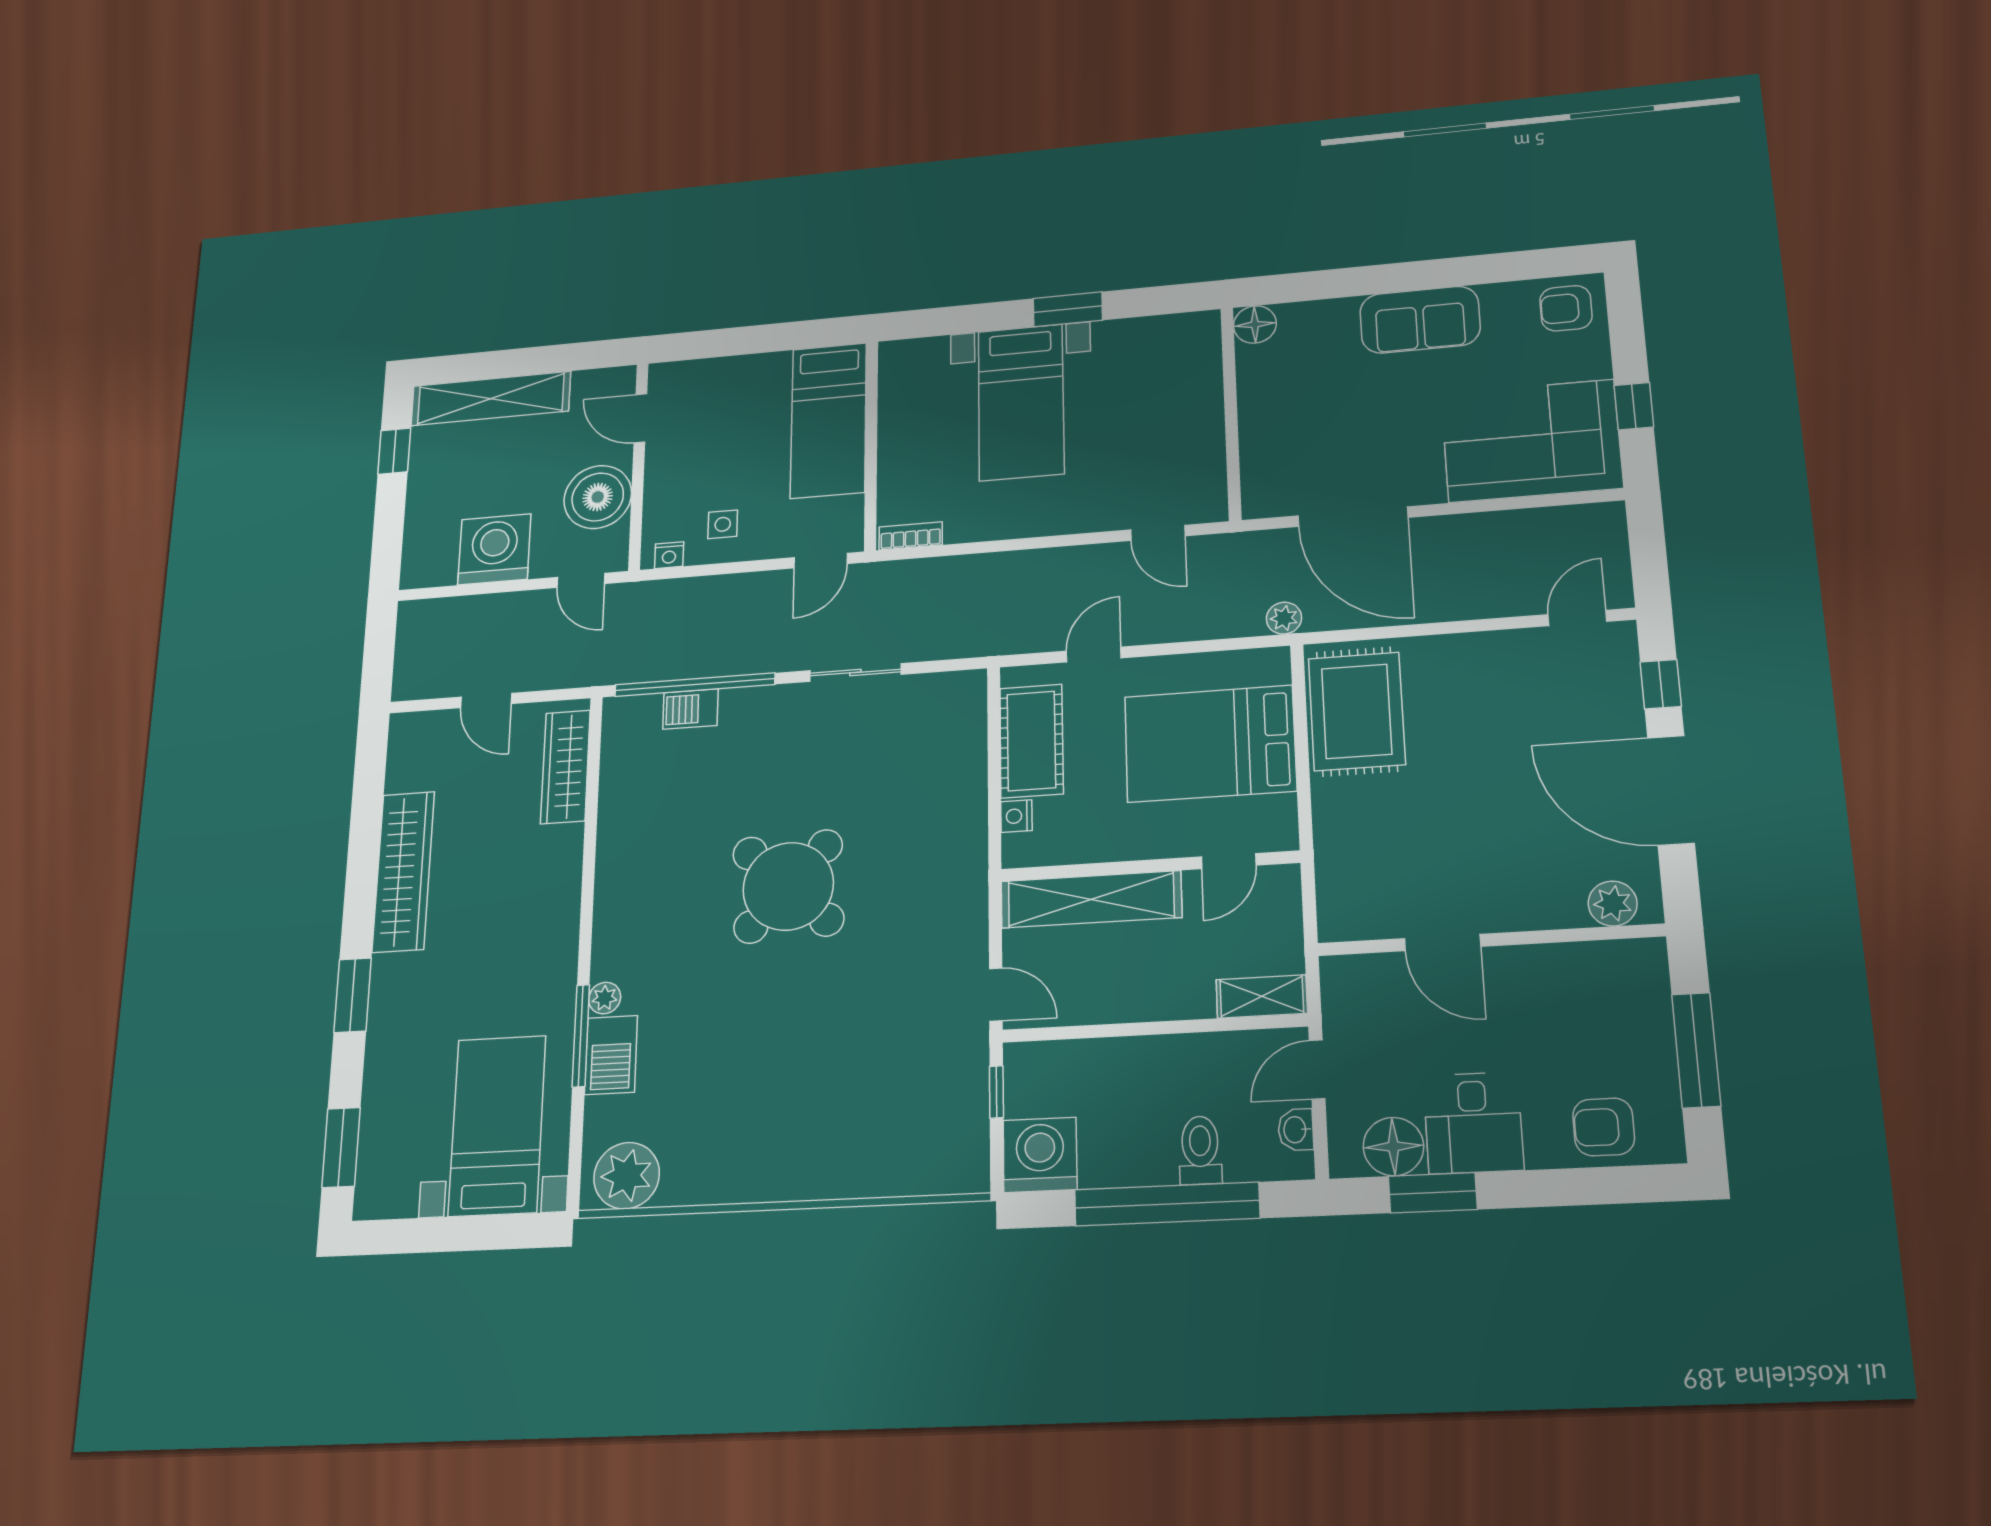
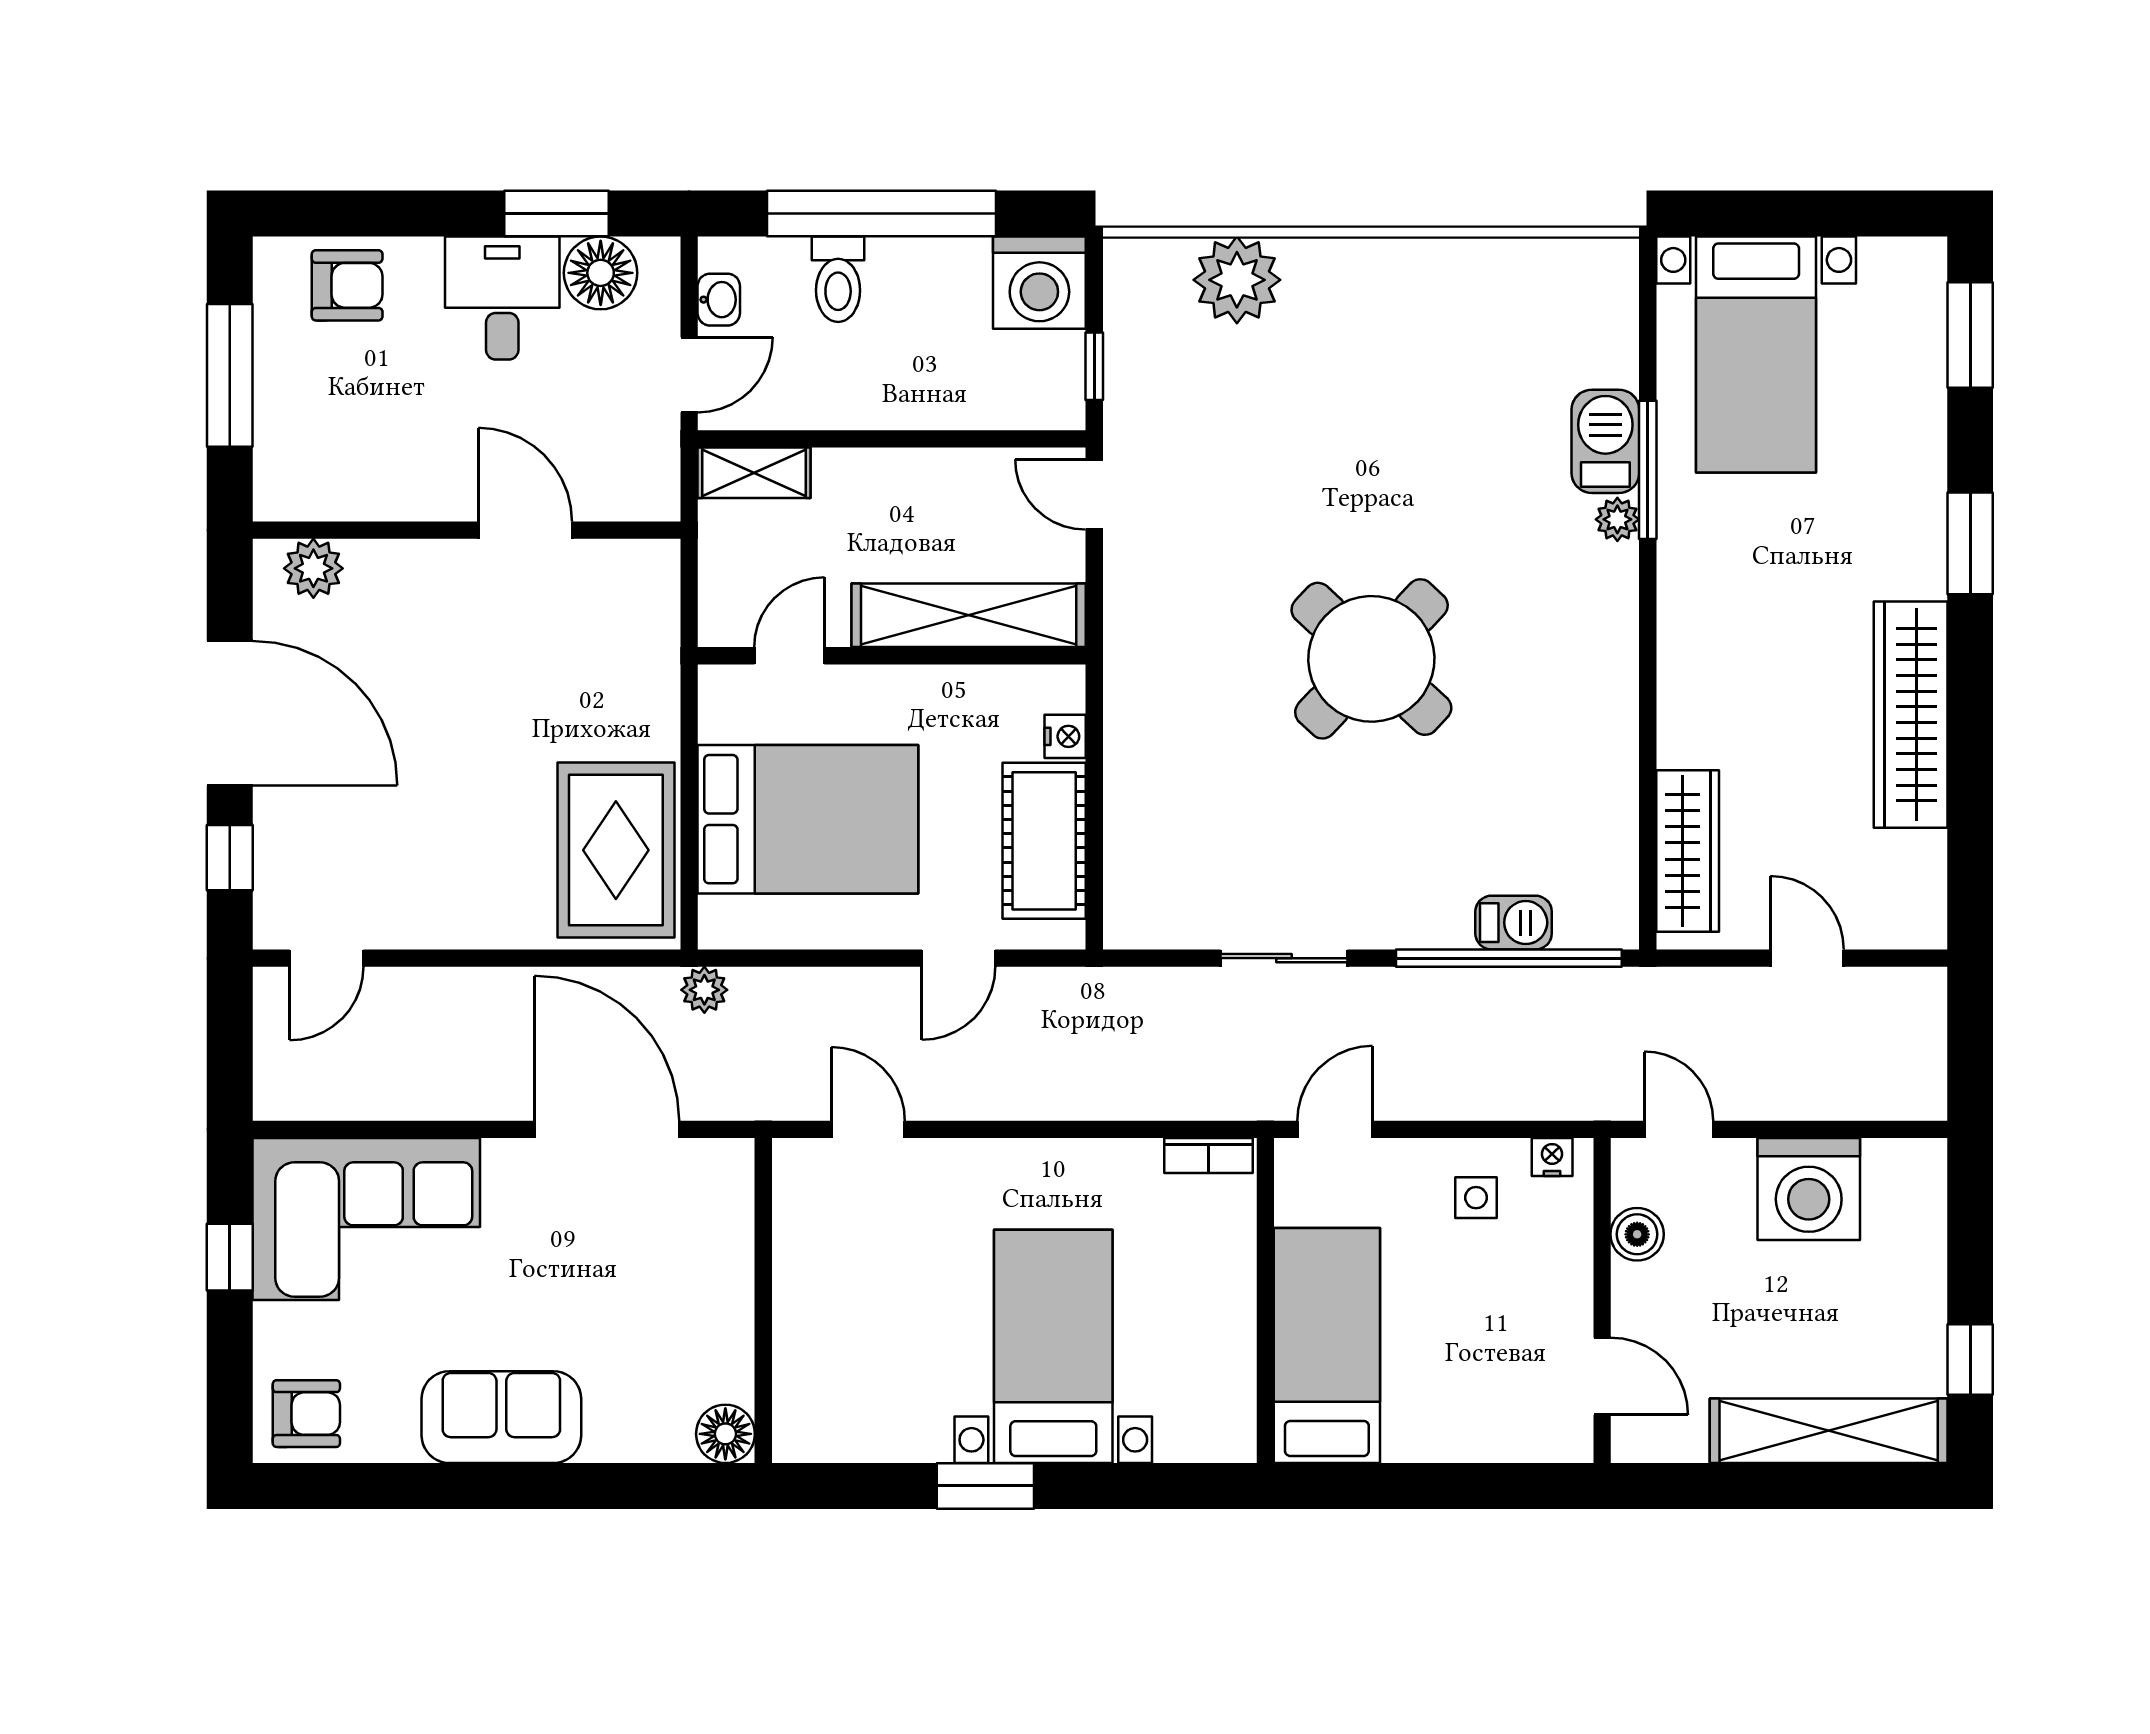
boiler: (598, 497) -> (1637, 1234), width x0.54, depth x0.54
plant: (627, 1176) -> (1237, 280), moved

